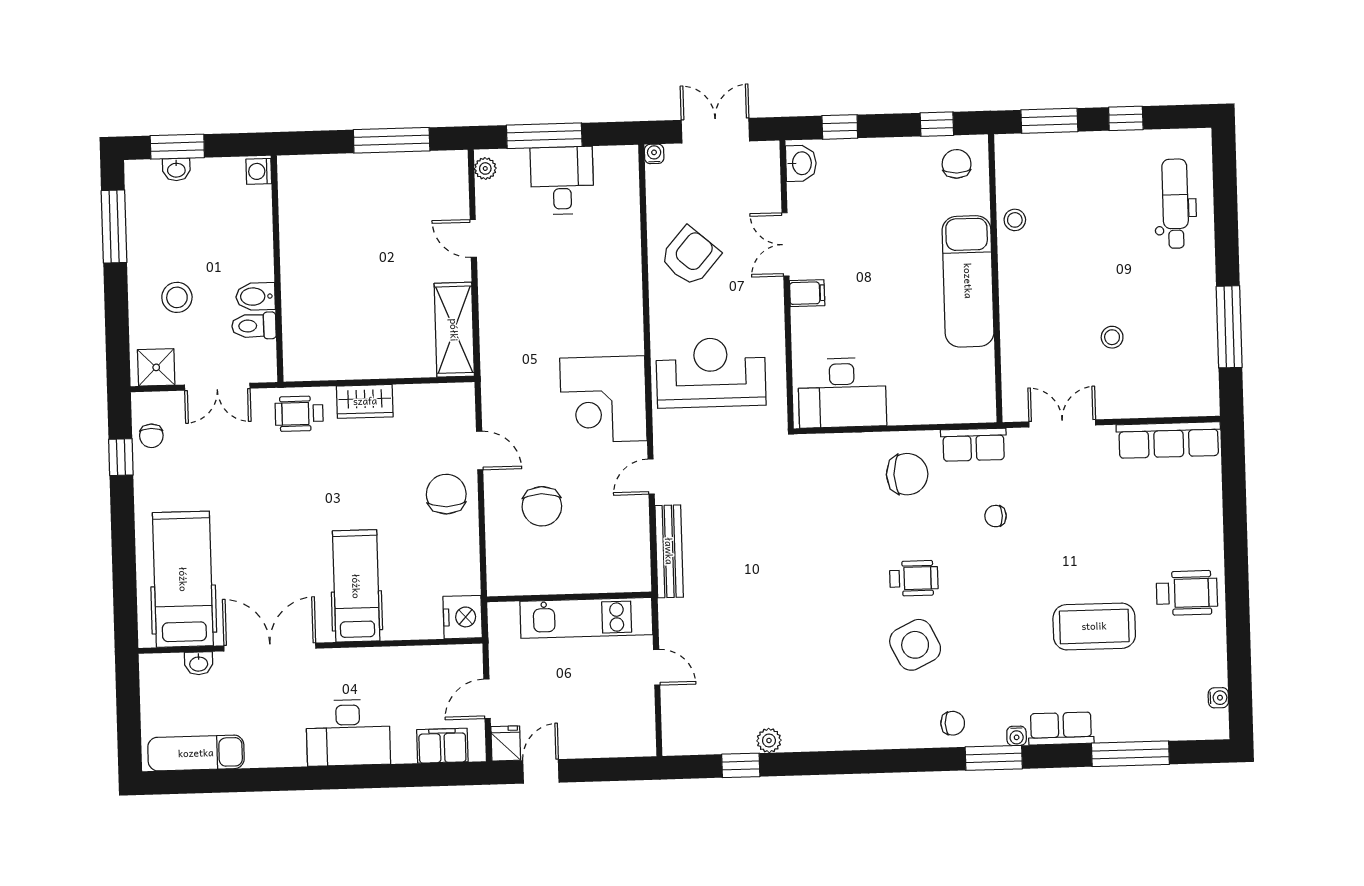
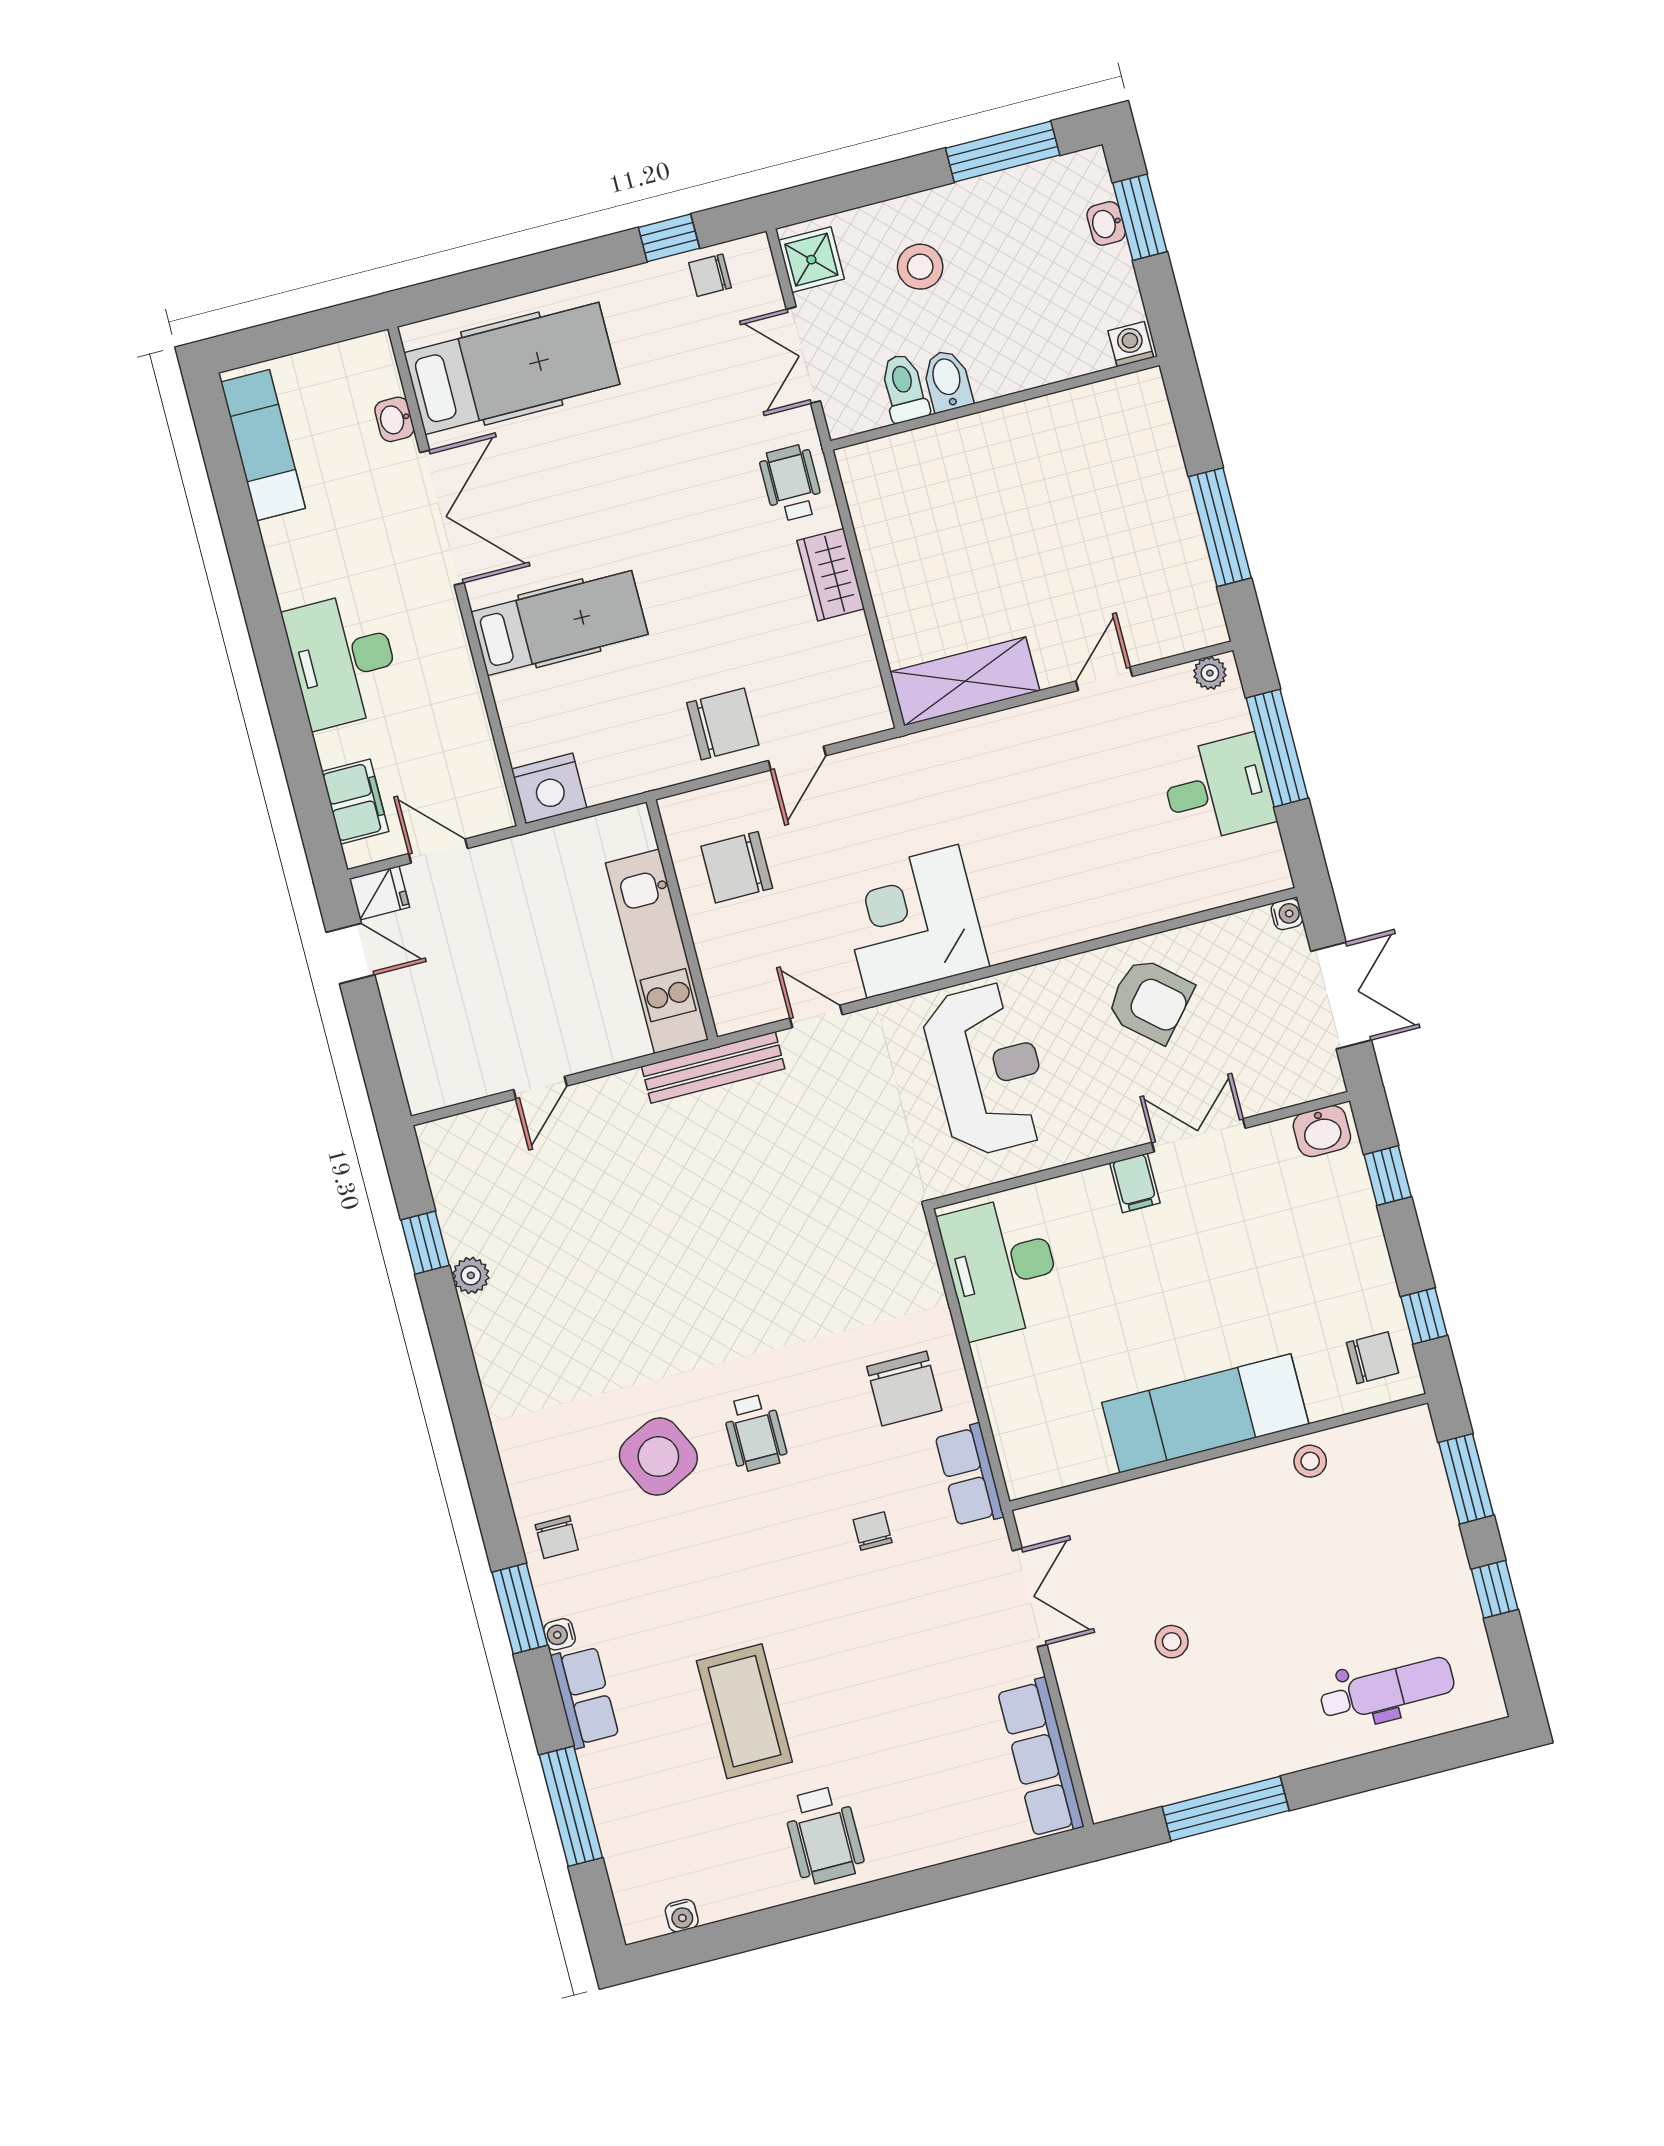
wall: (569, 597) -> (682, 920), moved
kitchen unit: (586, 618) -> (657, 951), moved

